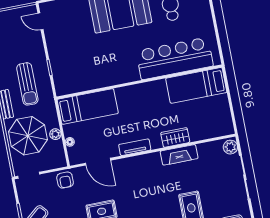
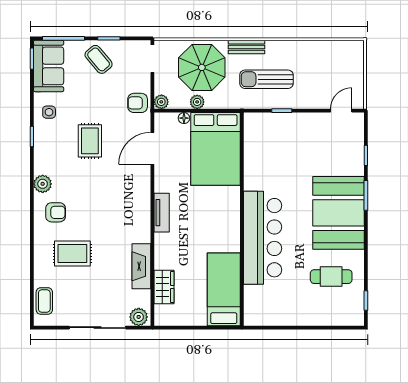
bar counter: (175, 58) -> (263, 238), moved
bed: (88, 106) -> (216, 149), width x1.50
wardrobe: (175, 137) -> (164, 287), moved
tv unit: (135, 147) -> (162, 213), moved
fireplace: (179, 155) -> (141, 266), moved
plant: (61, 162) -> (161, 102), added

